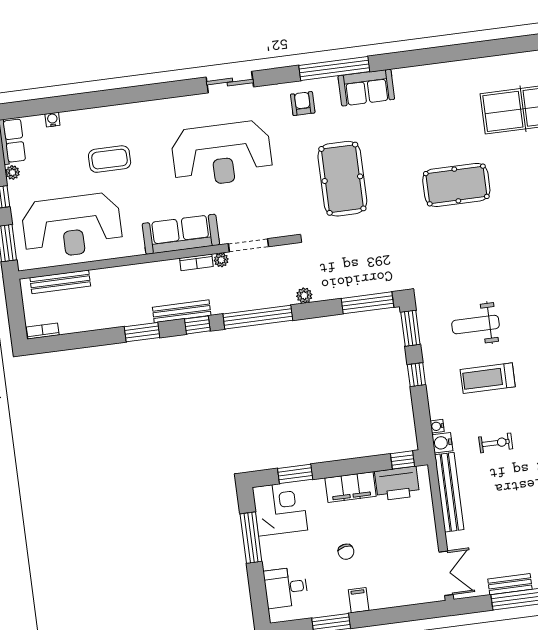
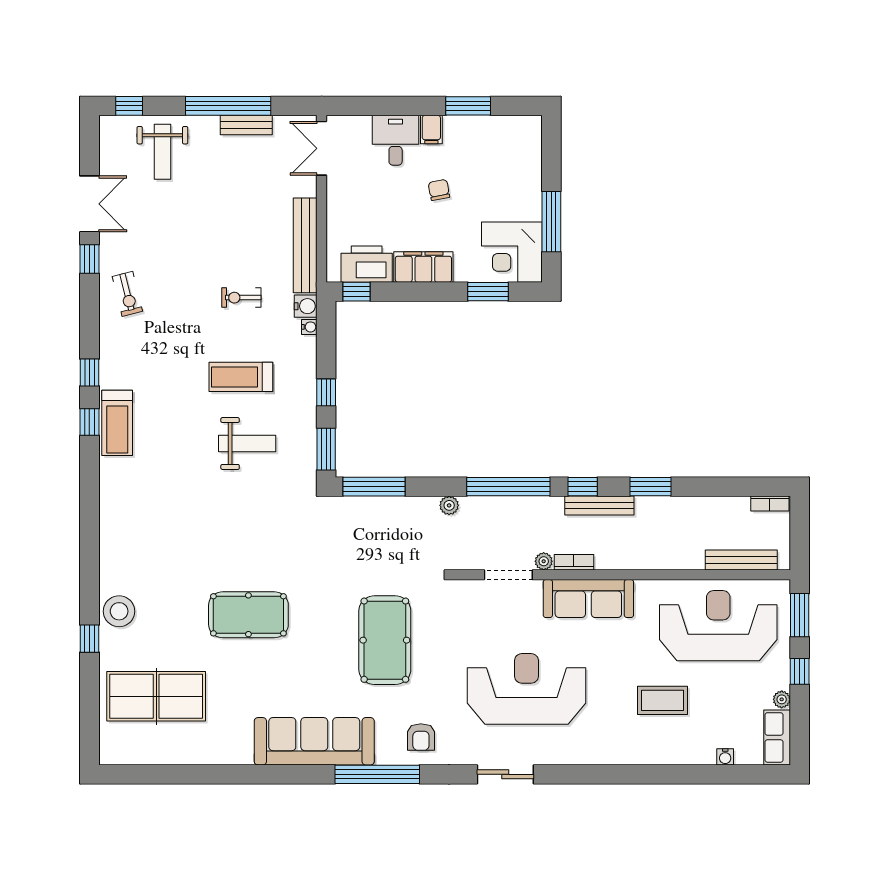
sofa: (366, 88) -> (314, 741), width x1.85, depth x1.27
treadmill: (488, 378) -> (241, 377), turned 180
desk: (286, 587) -> (396, 140), moved, turned -90

